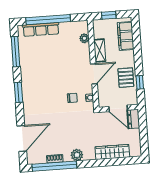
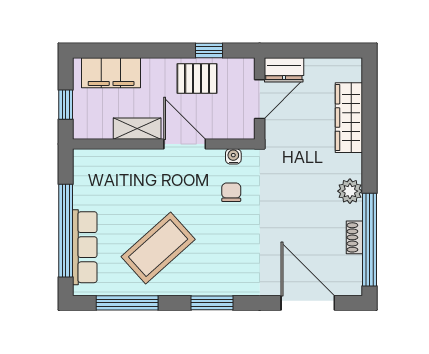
plant: (84, 38) -> (110, 158), removed
coffee table: (43, 65) -> (158, 248), added

